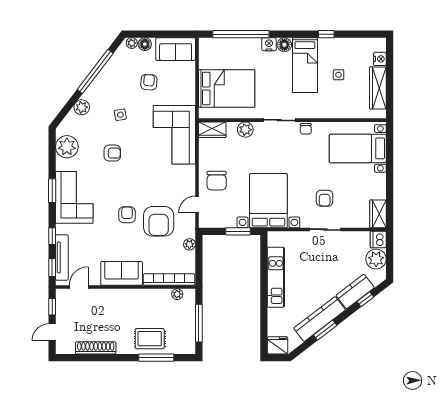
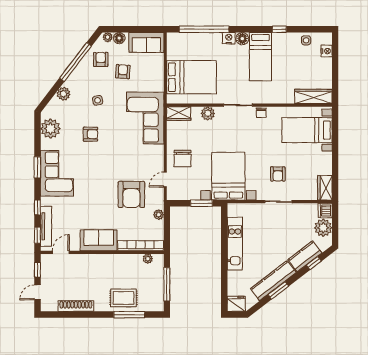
side table: (339, 75) -> (306, 40), moved
wardrobe: (378, 88) -> (313, 96), moved, turned 90
armchair: (127, 215) -> (101, 59), moved

